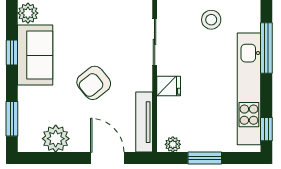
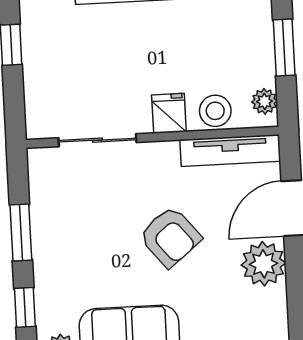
stool: (211, 20) -> (215, 111), moved
plant: (56, 139) -> (264, 264), moved

